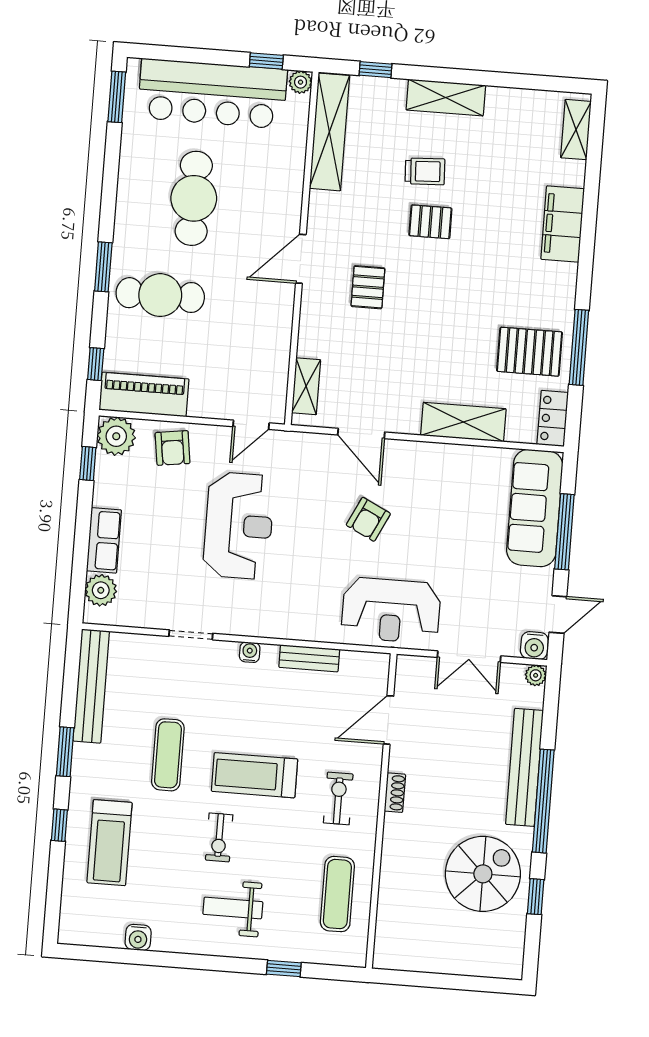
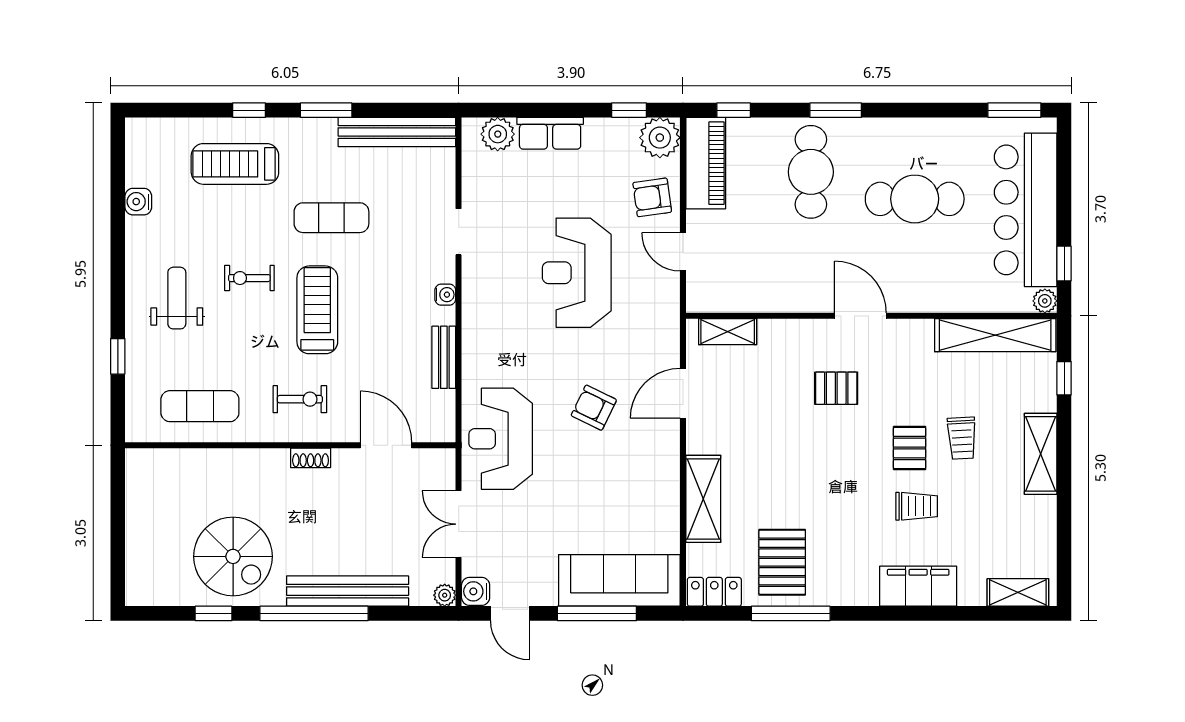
trolley: (486, 219) -> (917, 506), added
door: (251, 425) -> (683, 252), moved
reception desk: (239, 526) -> (577, 273), turned 90

